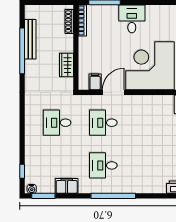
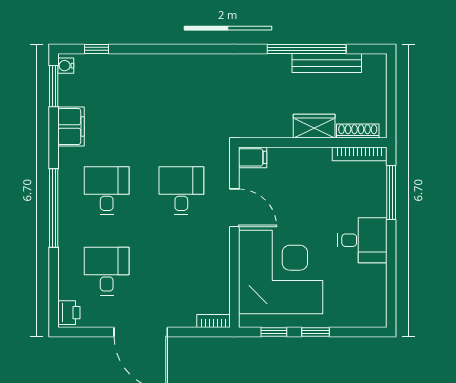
wardrobe: (66, 65) -> (314, 126), moved
filing cabinet: (95, 82) -> (253, 157), moved
desk: (57, 123) -> (107, 271), moved

